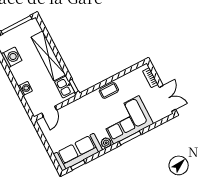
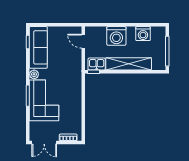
washing machine: (25, 88) -> (116, 36), width x1.89, depth x1.89
coffee table: (109, 90) -> (75, 98), removed

